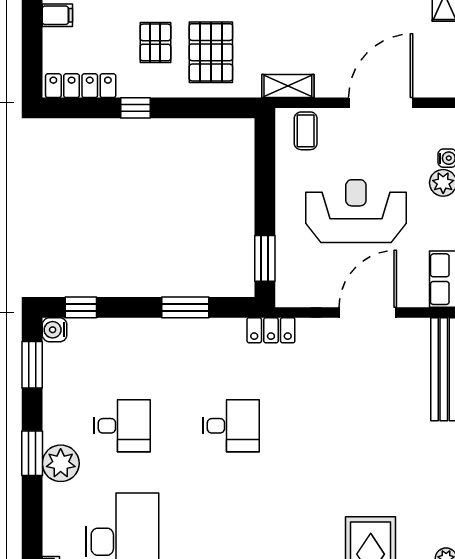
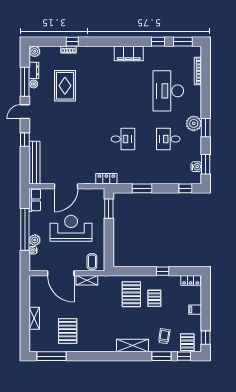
locker: (81, 86) -> (191, 280), width x0.66
shelving: (288, 86) -> (87, 280), moved
door: (381, 103) -> (61, 273), hinge flipped
reception desk: (356, 211) -> (71, 228), turned 180
water cooler: (55, 330) -> (196, 167), moved
desk: (231, 426) -> (123, 139), turned 180

